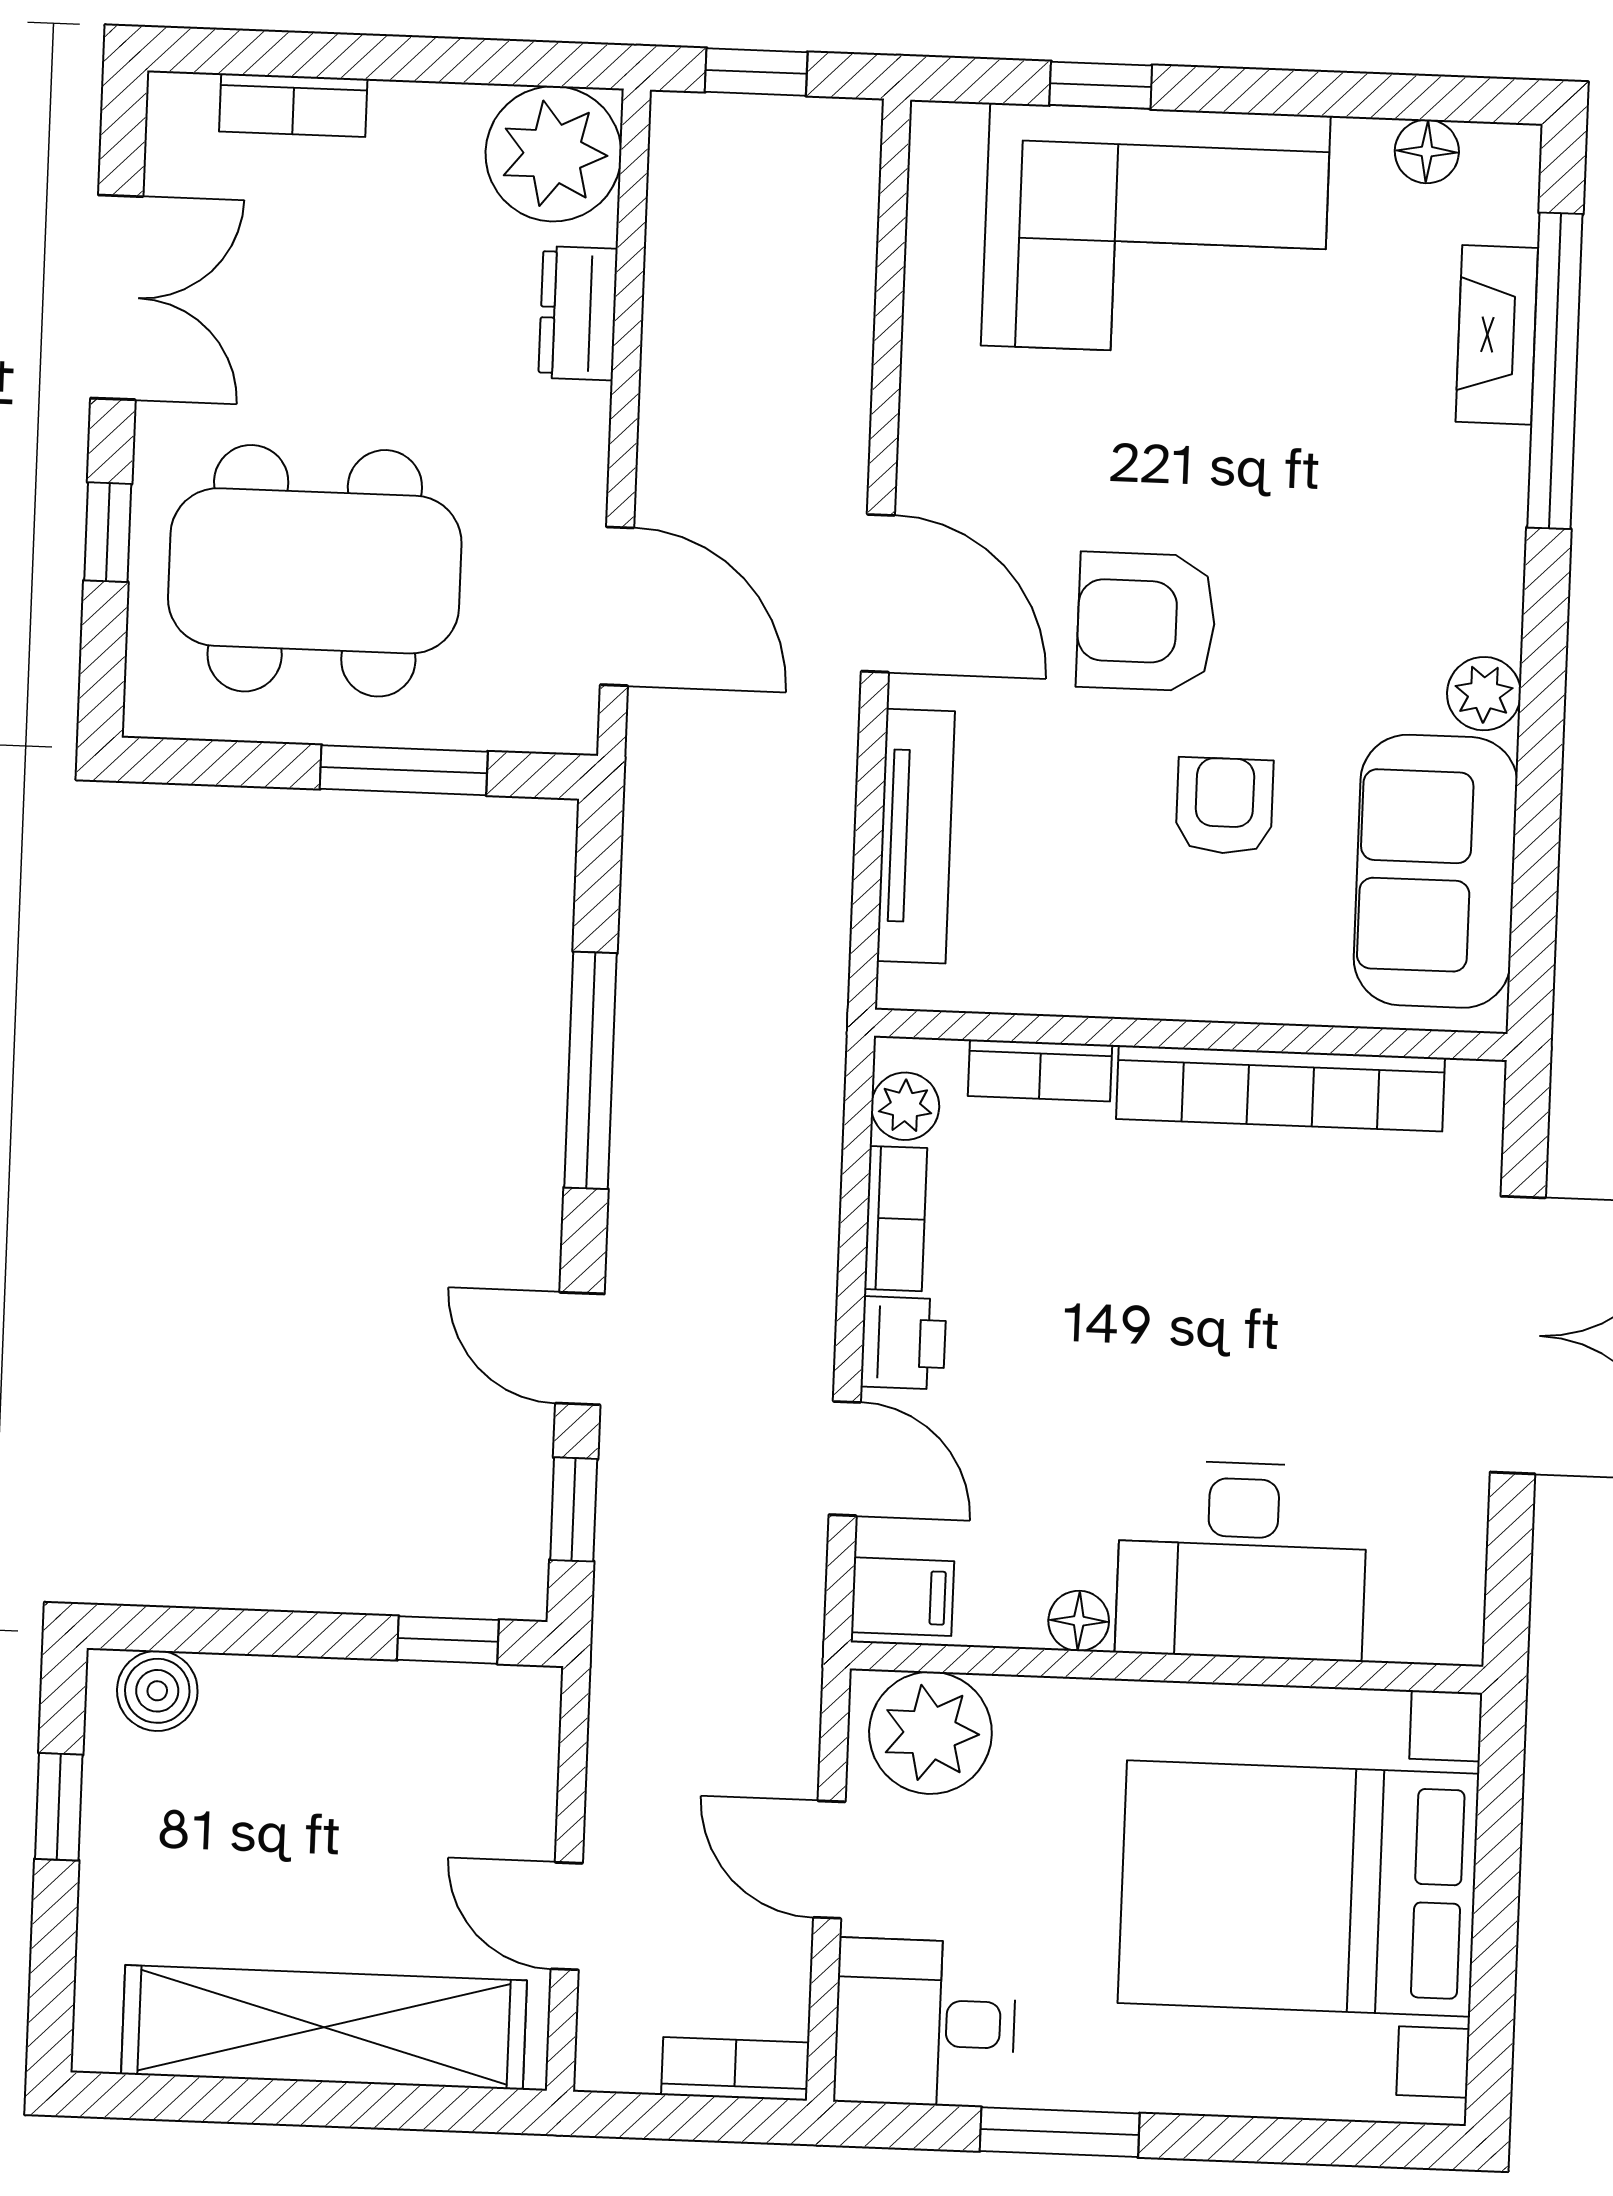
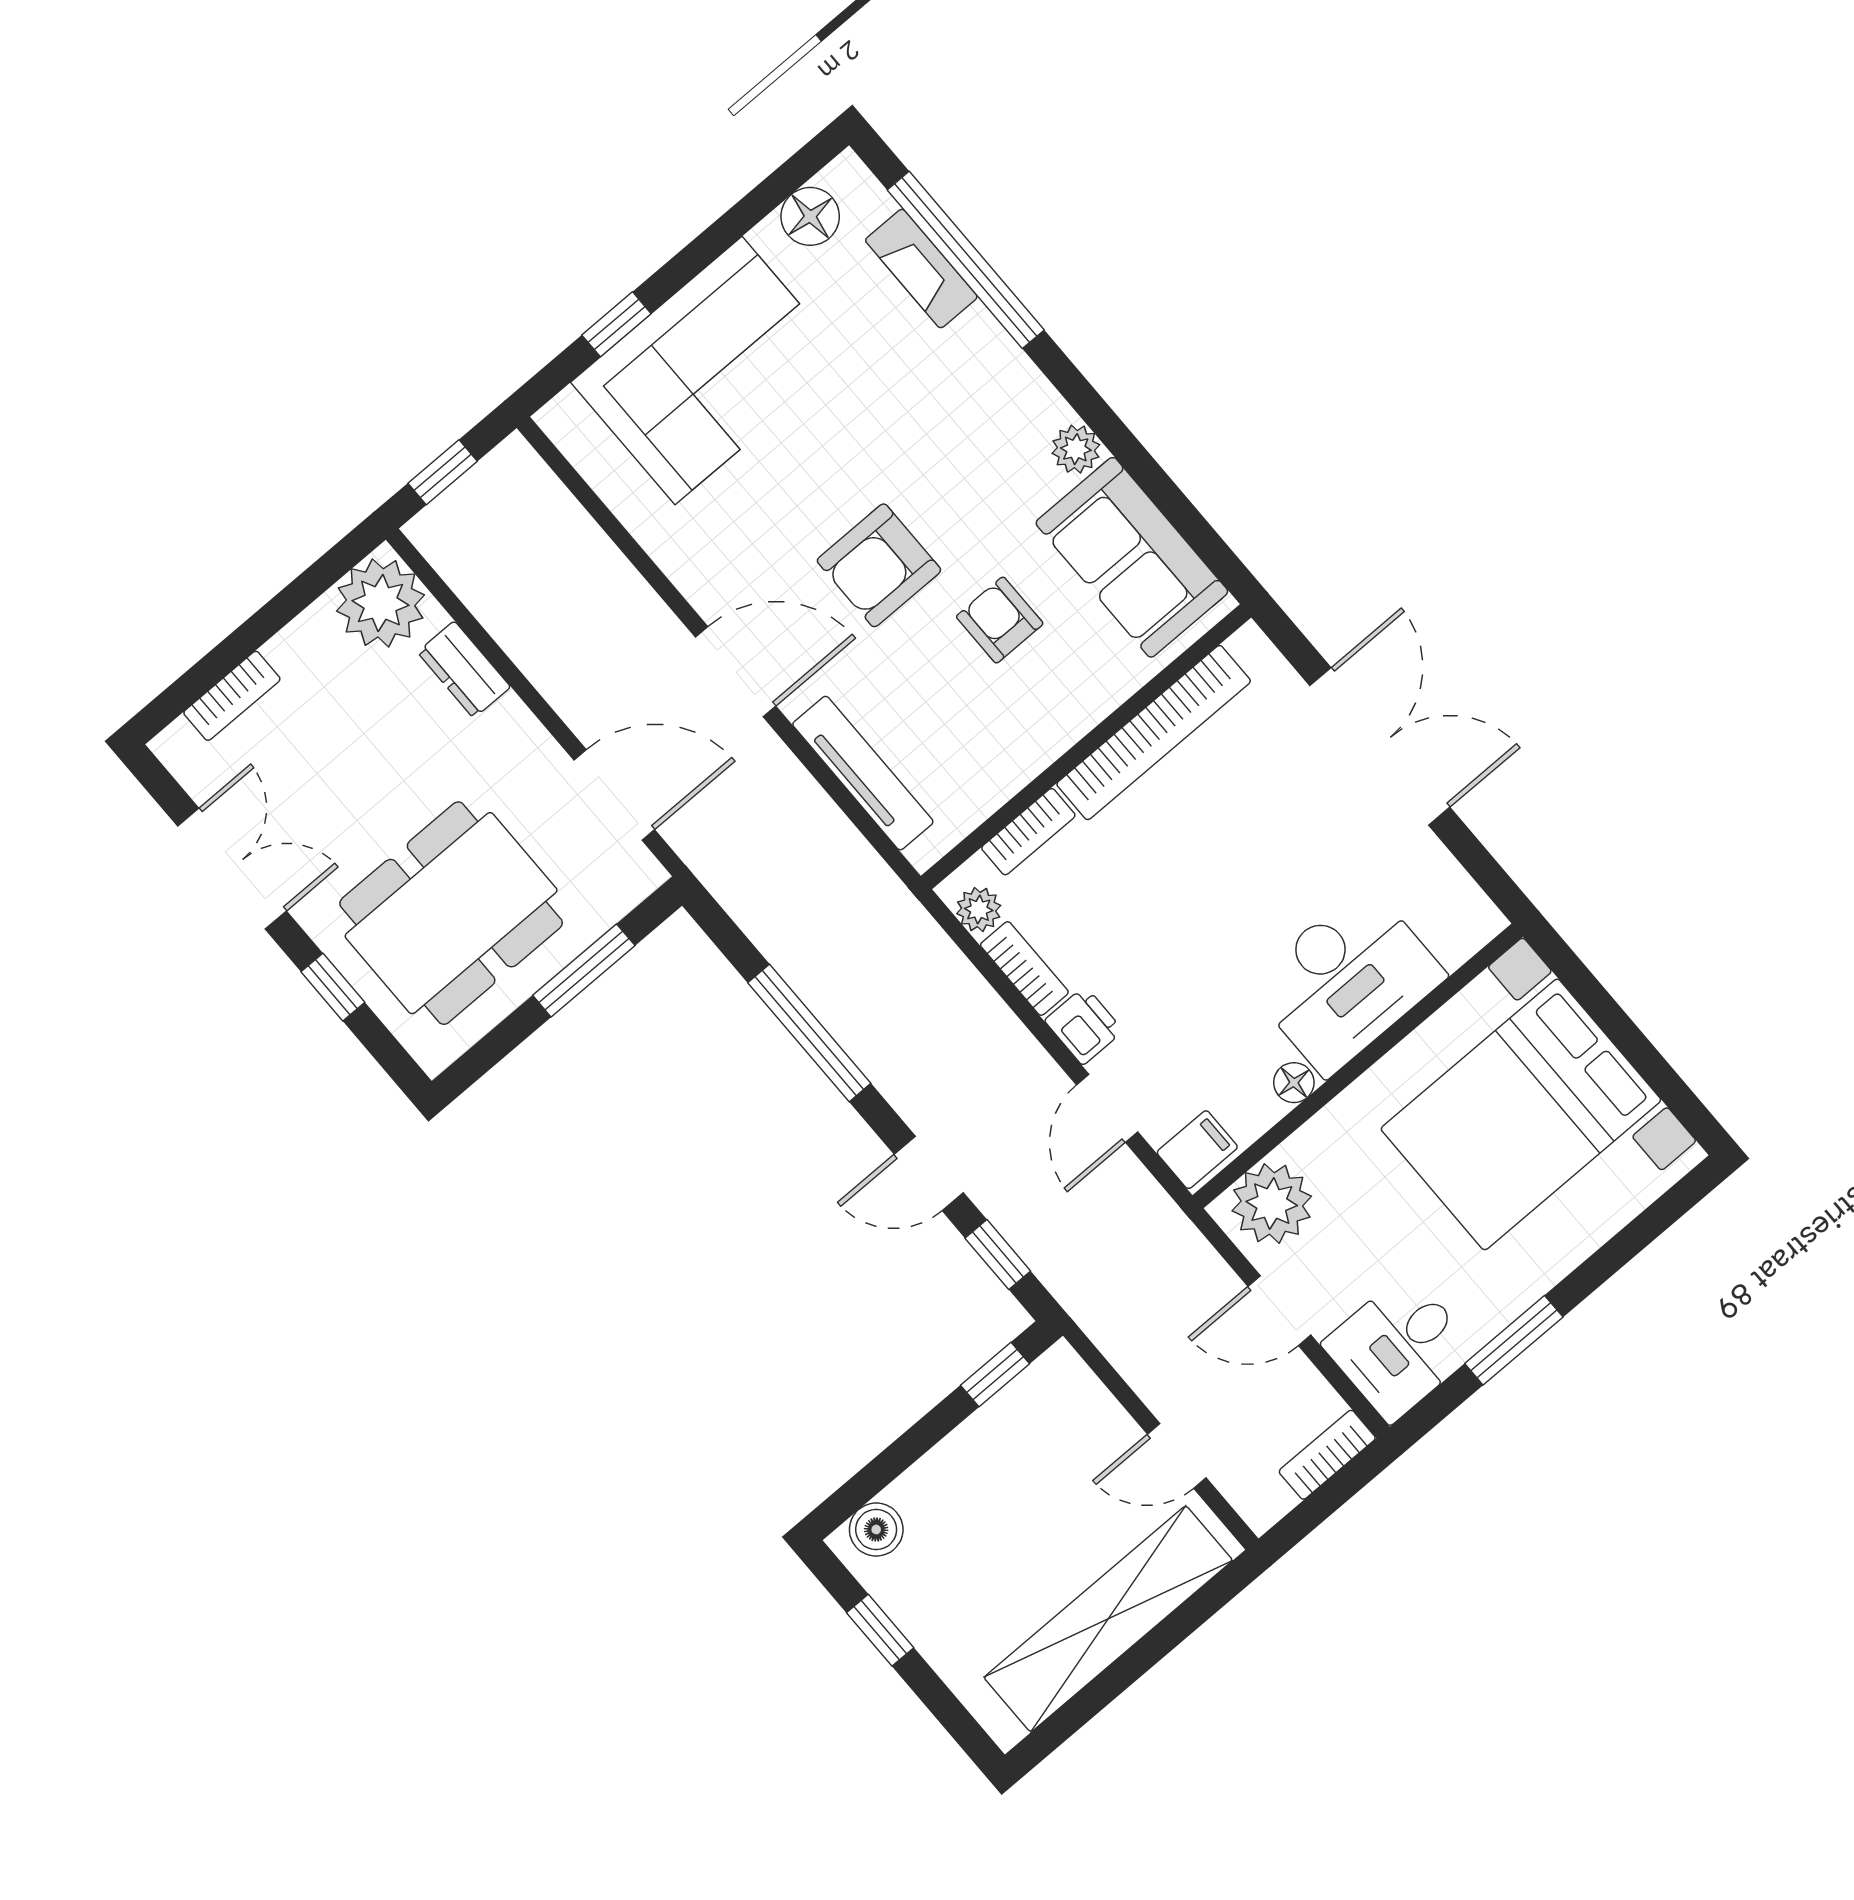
floor lamp: (1427, 151) -> (810, 216), width x1.37, depth x1.37
door: (845, 1459) -> (1107, 1108), swing flipped

